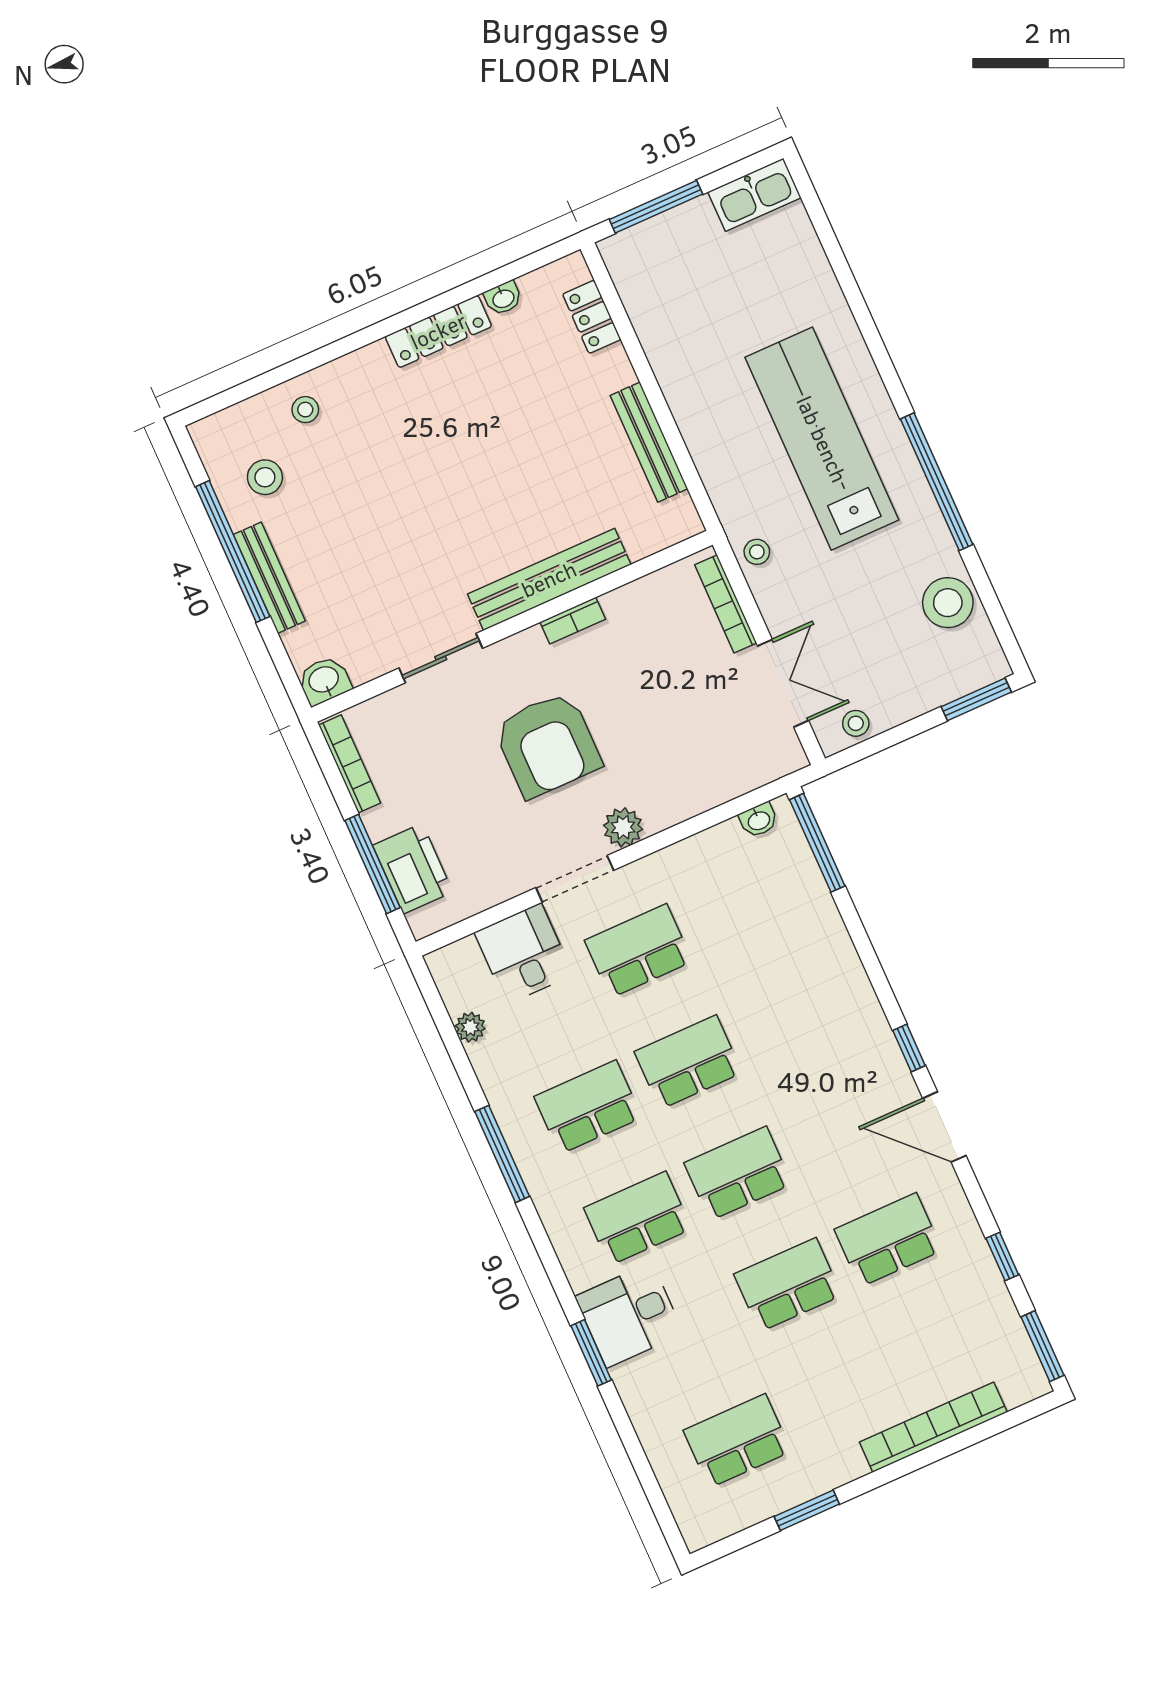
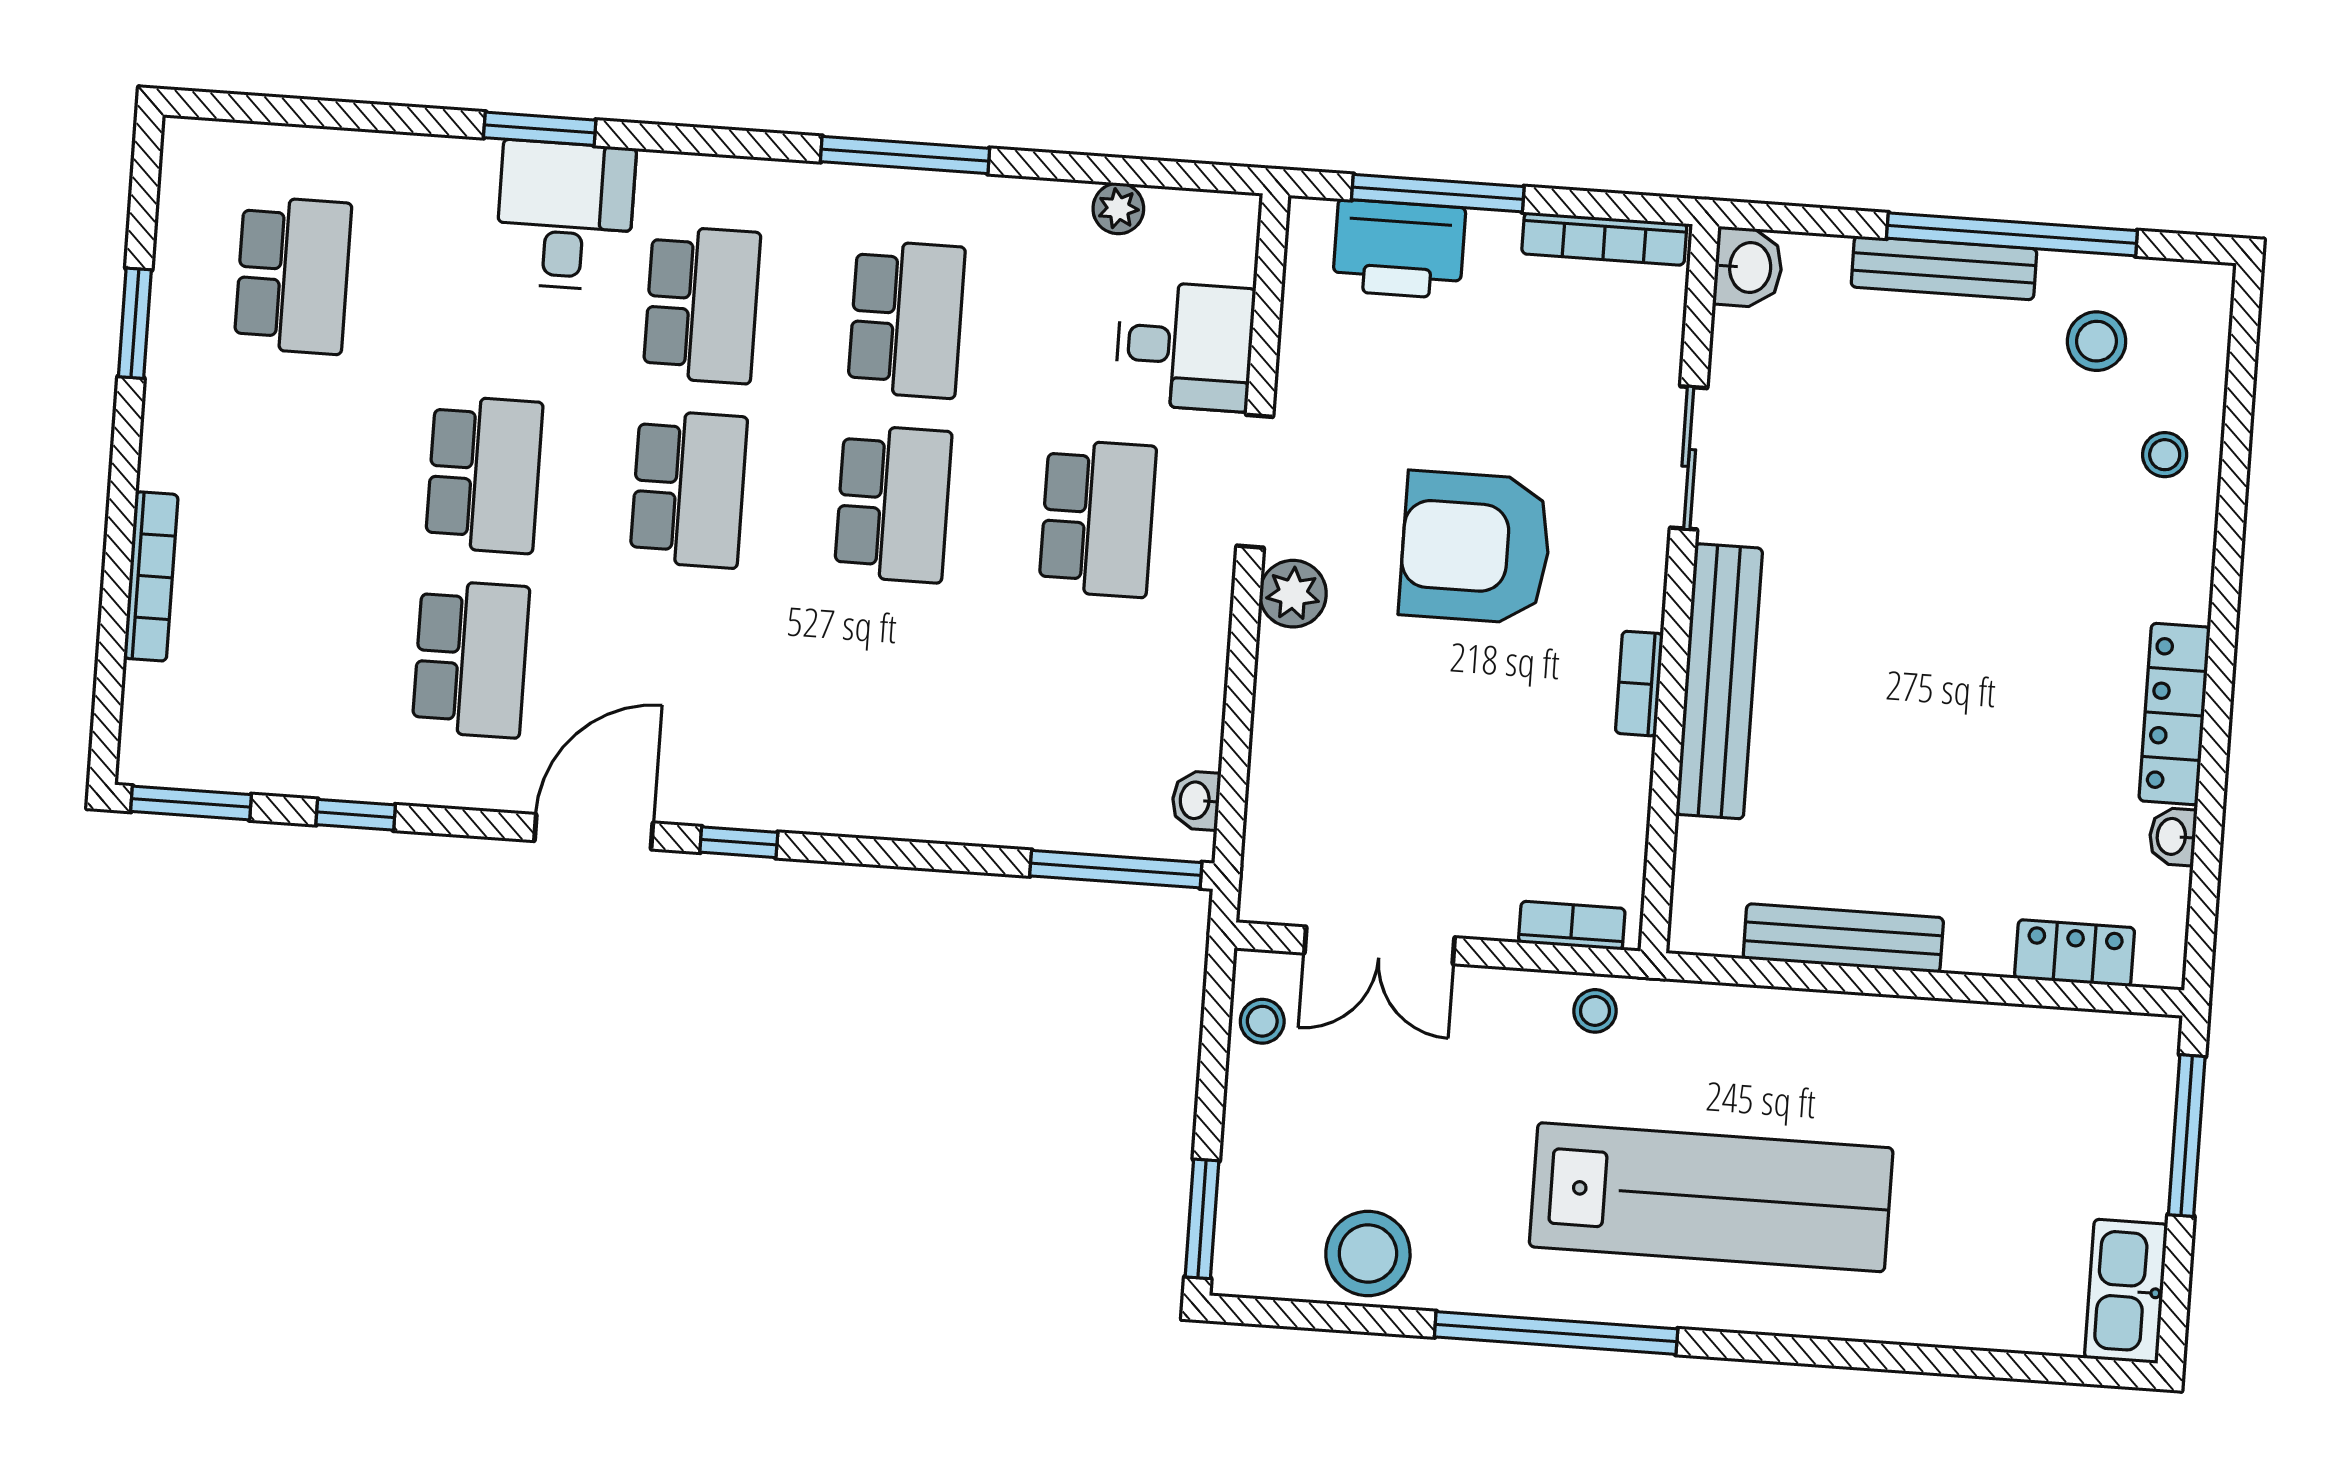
bookcase: (726, 604) -> (1572, 926), width x0.64
bookcase: (933, 1427) -> (151, 576), width x0.68, depth x0.76

